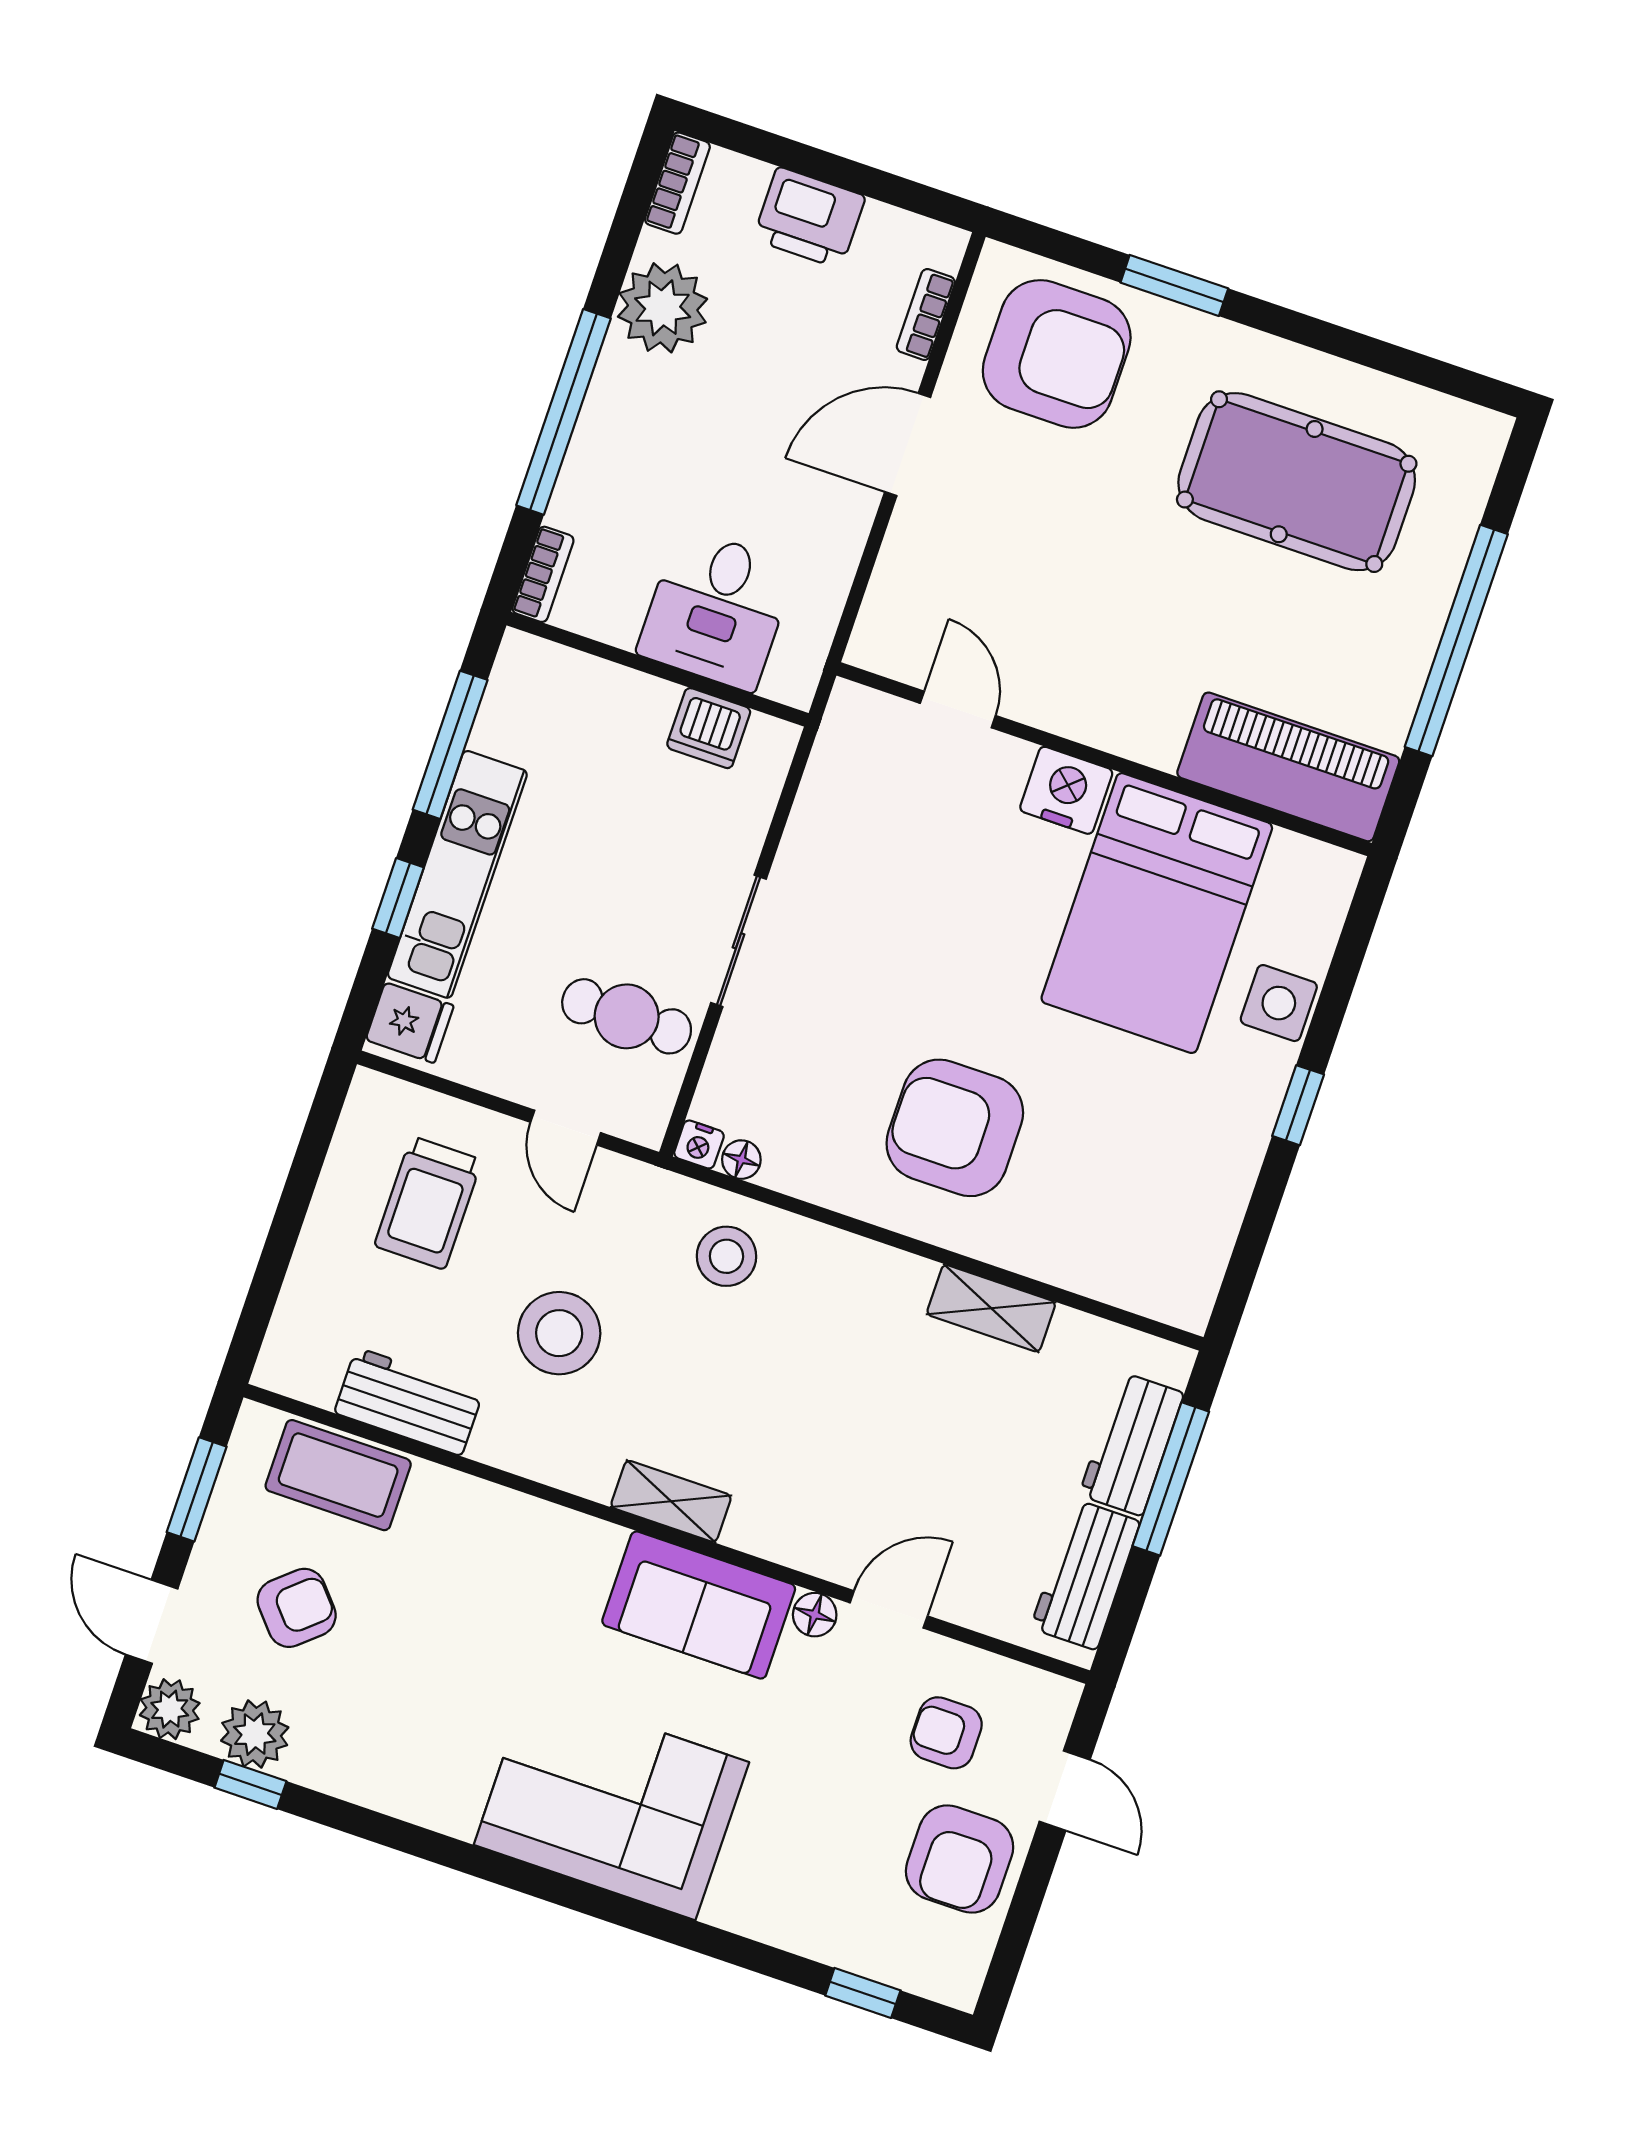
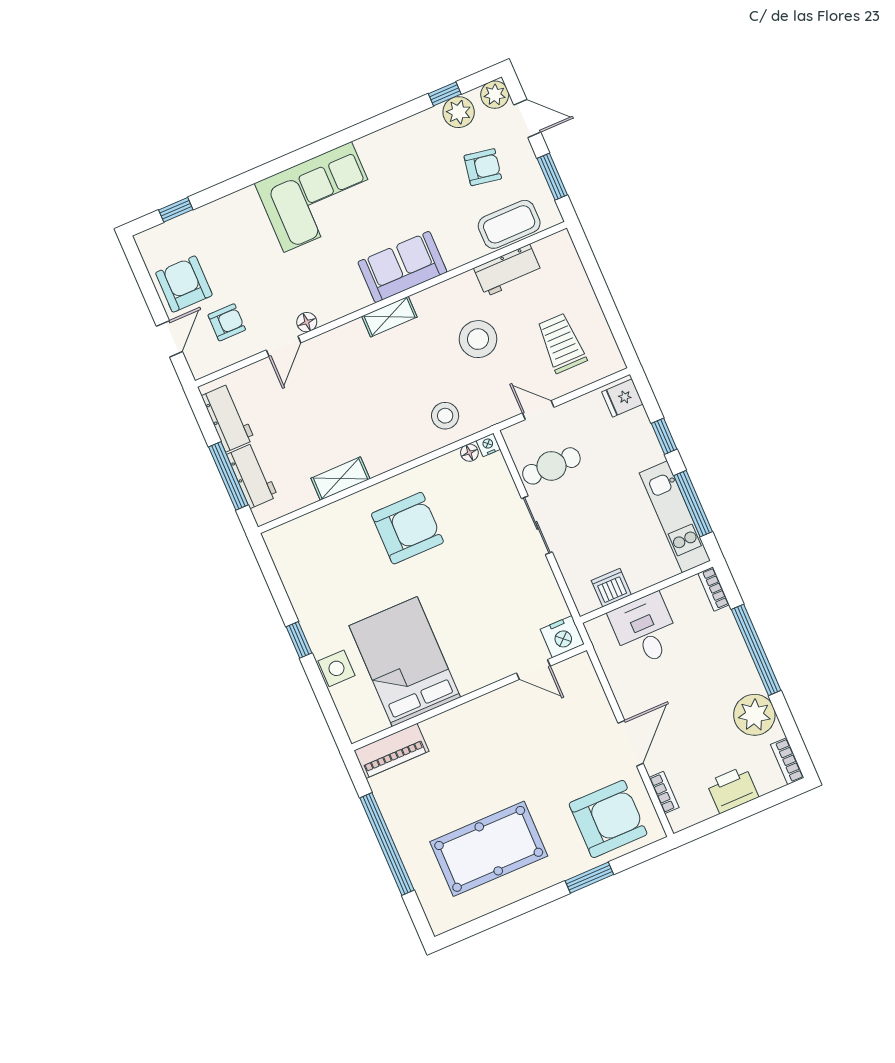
armchair: (1057, 354) -> (608, 819), turned 180
piano: (1288, 767) -> (391, 751), width x0.73, depth x0.75
nightstand: (1066, 790) -> (562, 637), moved
kitchen unit: (457, 874) -> (675, 517), moved
sofa: (699, 1605) -> (402, 267), moved
armchair: (297, 1608) -> (483, 167), turned -129
door: (1065, 1791) -> (169, 339), swing flipped

